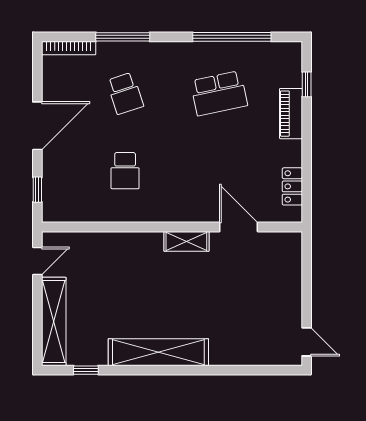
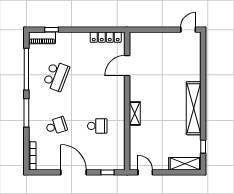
window: (123, 37) -> (26, 113), moved
school desk: (219, 93) -> (56, 76), turned 33
piano: (291, 114) -> (42, 38), moved
locker: (292, 186) -> (106, 37), width x1.53
shelving: (186, 241) -> (135, 113), moved
shelving: (54, 321) -> (185, 164), width x0.68

